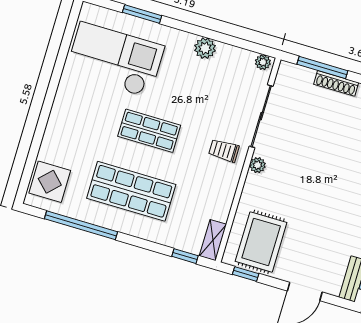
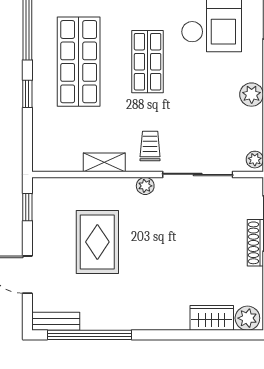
shelving: (213, 240) -> (104, 162), moved
rug: (261, 242) -> (97, 242), moved, turned 90
window: (185, 256) -> (27, 94), moved

